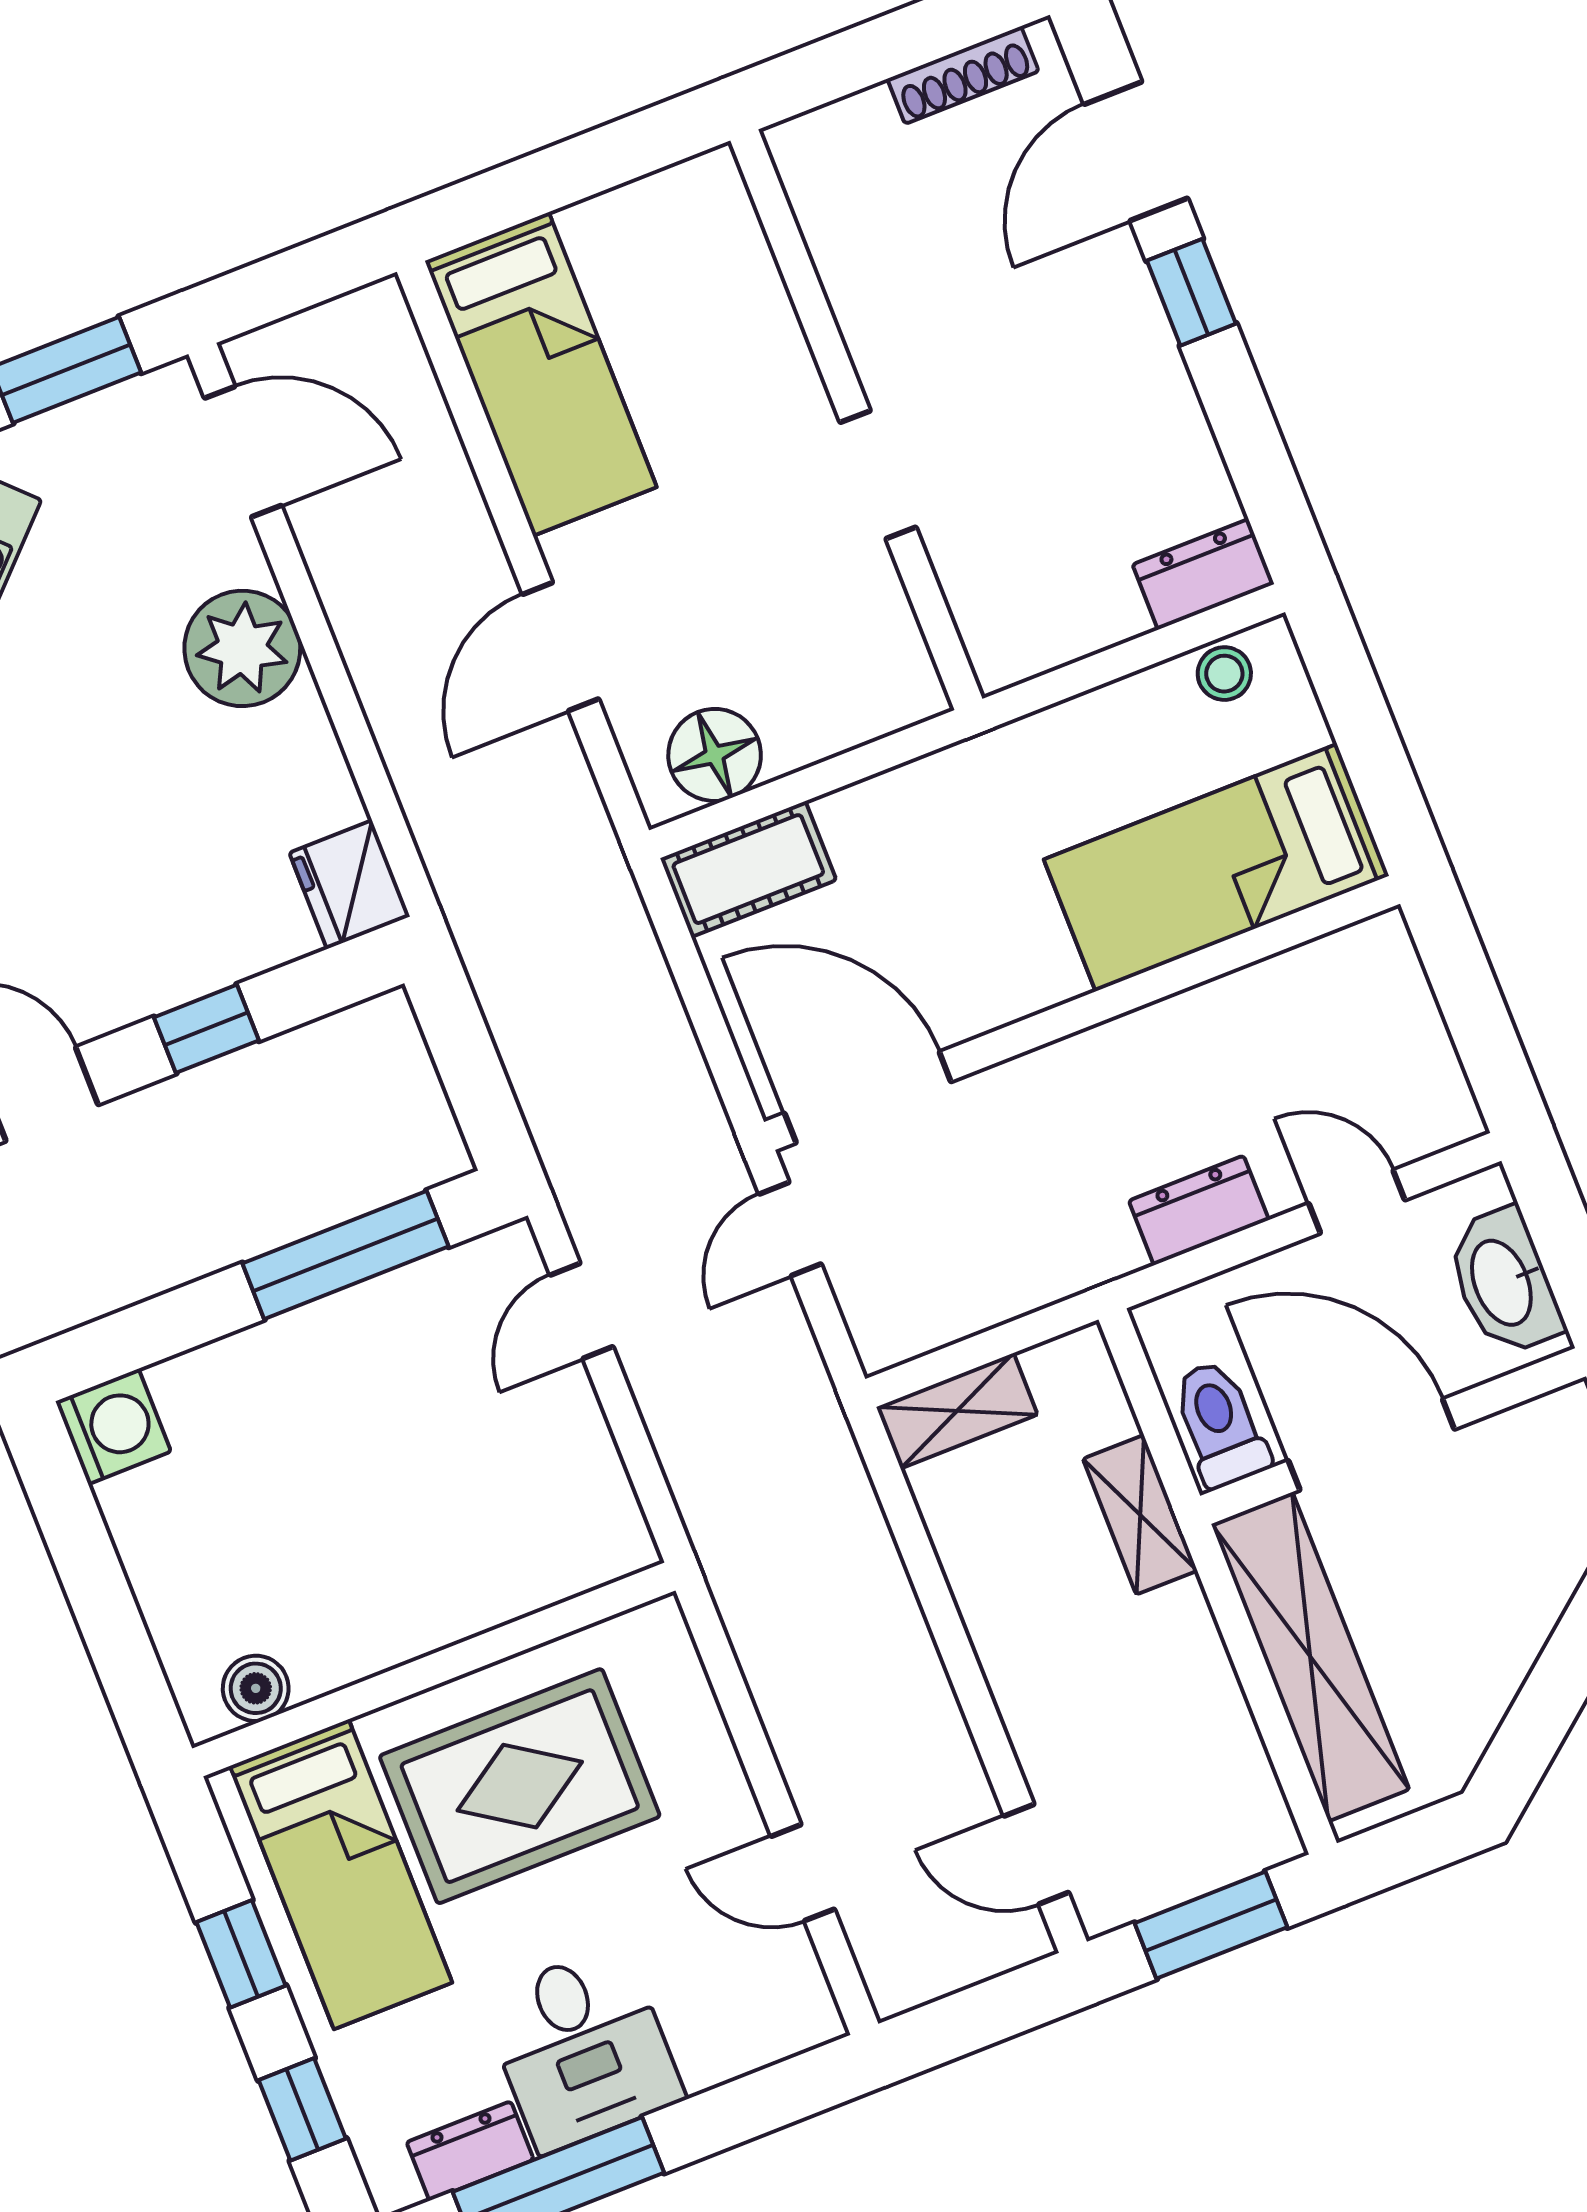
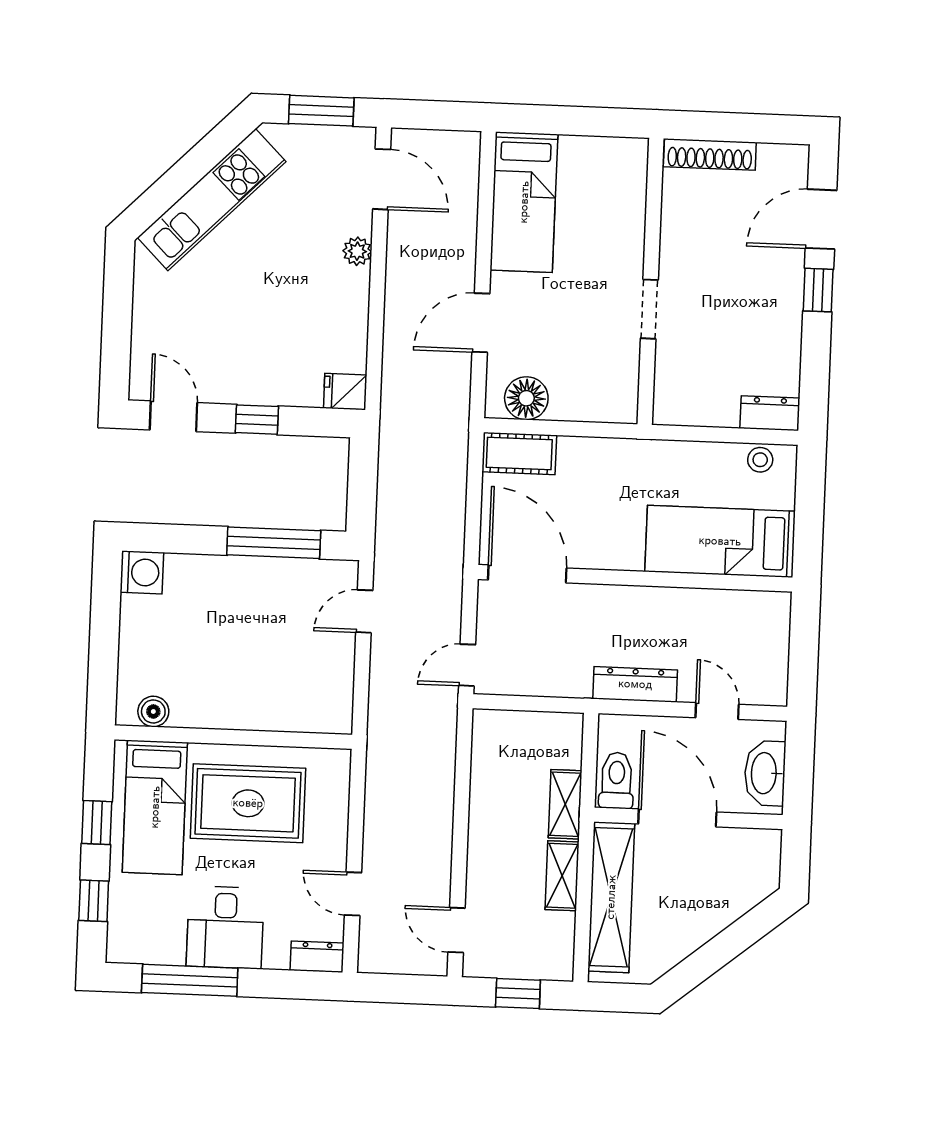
shoe rack: (963, 75) -> (710, 154), moved, width x1.36, depth x1.24
plant: (242, 648) -> (357, 251), width x0.53, depth x0.53
fridge: (350, 885) -> (345, 392), width x0.72
dresser: (1199, 1210) -> (635, 684), width x1.44
door: (790, 1229) -> (467, 665), moved
shelving: (957, 1411) -> (562, 876), moved, turned 90
window: (1211, 1925) -> (518, 993), width x0.67
dresser: (470, 2151) -> (317, 957), moved

